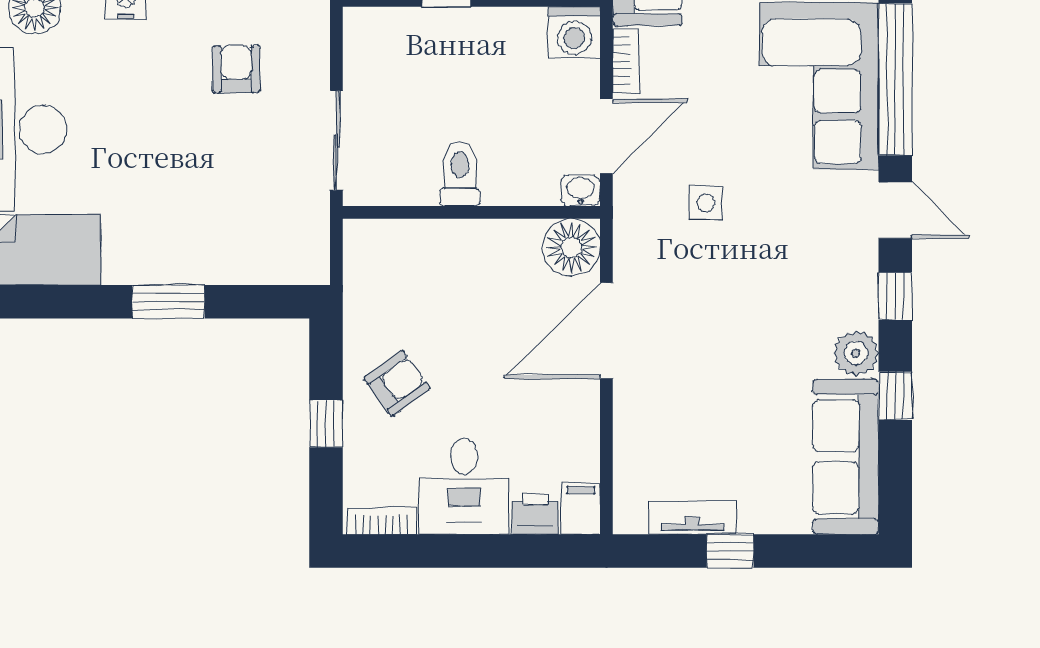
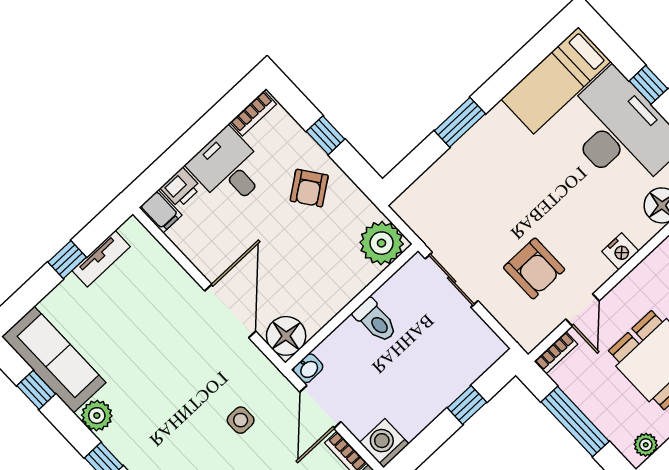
armchair: (236, 69) -> (534, 268), width x1.38, depth x1.38
plant: (375, 251) -> (382, 243), added
window: (895, 396) -> (36, 390), moved

